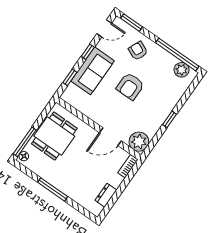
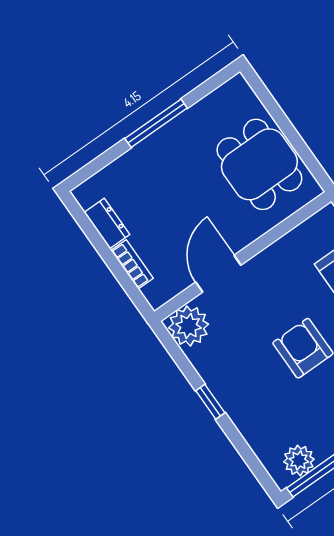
window: (25, 142) -> (269, 102), removed
floor lamp: (24, 156) -> (242, 90), removed
bookcase: (128, 166) -> (132, 264), moved

